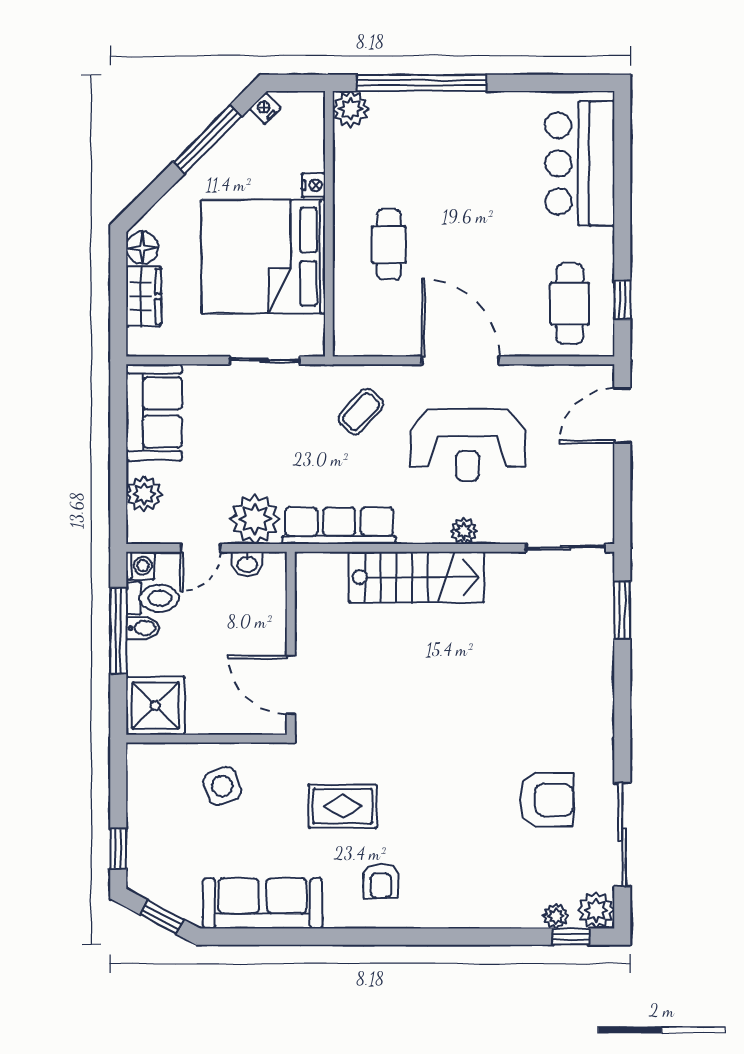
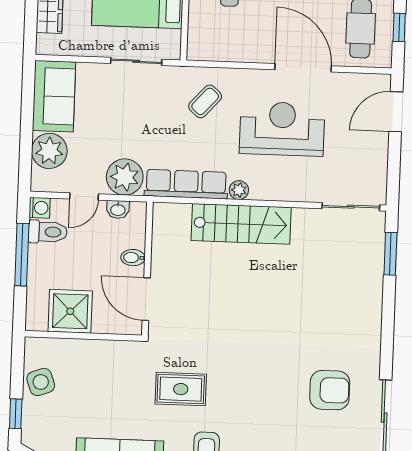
door: (460, 360) -> (303, 68), moved
reception desk: (467, 445) -> (282, 129), turned 180
plant: (144, 494) -> (49, 151), width x1.36, depth x1.36
plant: (464, 531) -> (239, 190), moved
bidet: (143, 628) -> (133, 258), moved, turned 180
shower: (155, 706) -> (70, 311), moved
side table: (222, 786) -> (41, 382), moved

